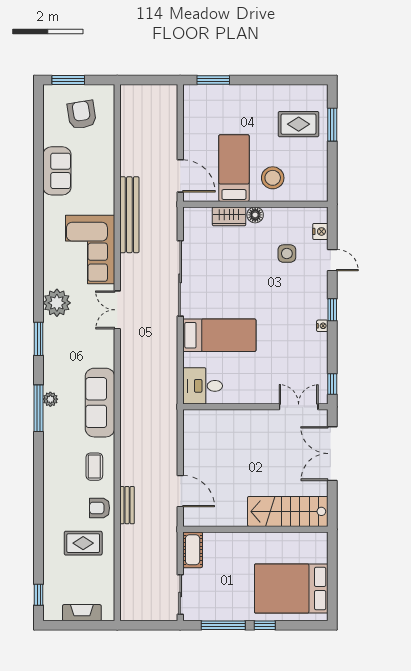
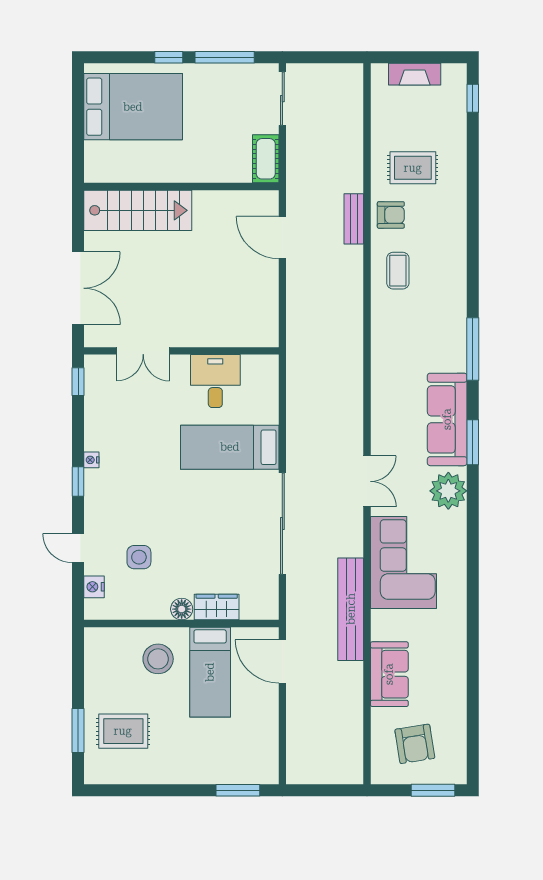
sofa: (57, 171) -> (389, 674), moved, turned 180
desk: (203, 386) -> (215, 381), moved, turned -90
plant: (50, 399) -> (457, 361), removed
sofa: (100, 403) -> (447, 419), moved, turned 180
double door: (299, 407) -> (143, 351), moved

